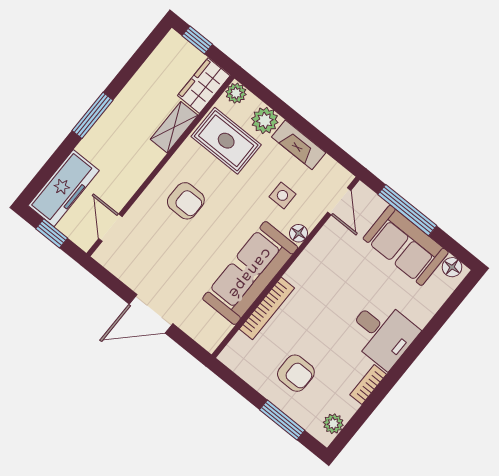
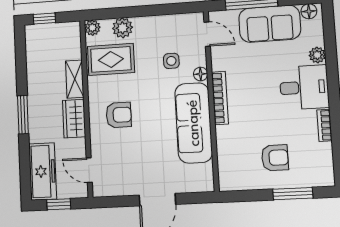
wardrobe: (204, 86) -> (74, 119), moved
fireplace: (299, 145) -> (154, 24), removed
bookcase: (267, 308) -> (220, 98), moved
plant: (333, 424) -> (317, 55), moved

